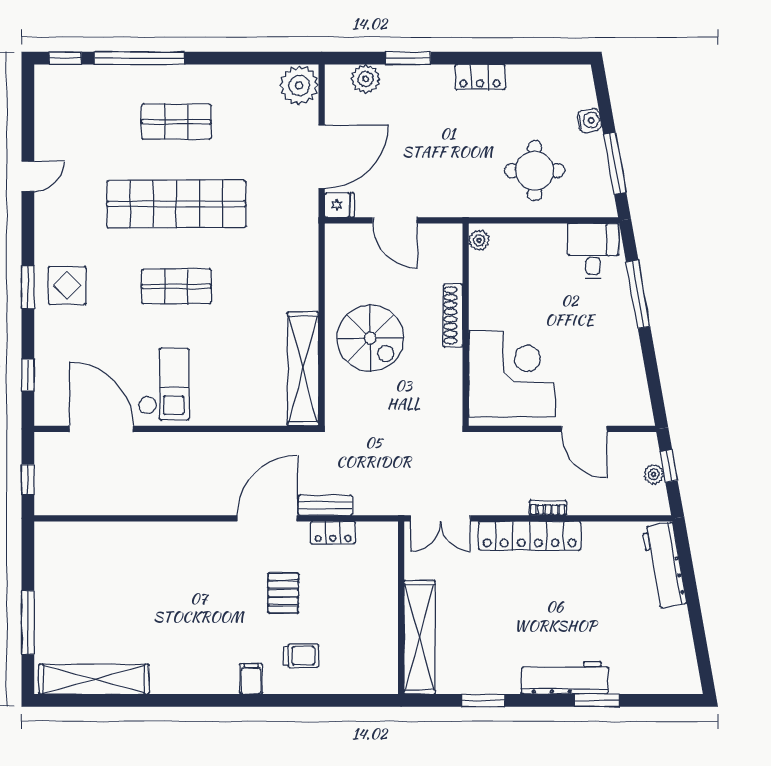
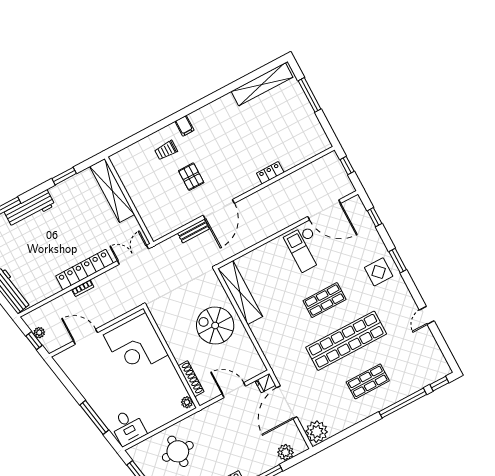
shoe rack: (453, 315) -> (191, 379), moved
locker: (333, 533) -> (270, 173), moved

